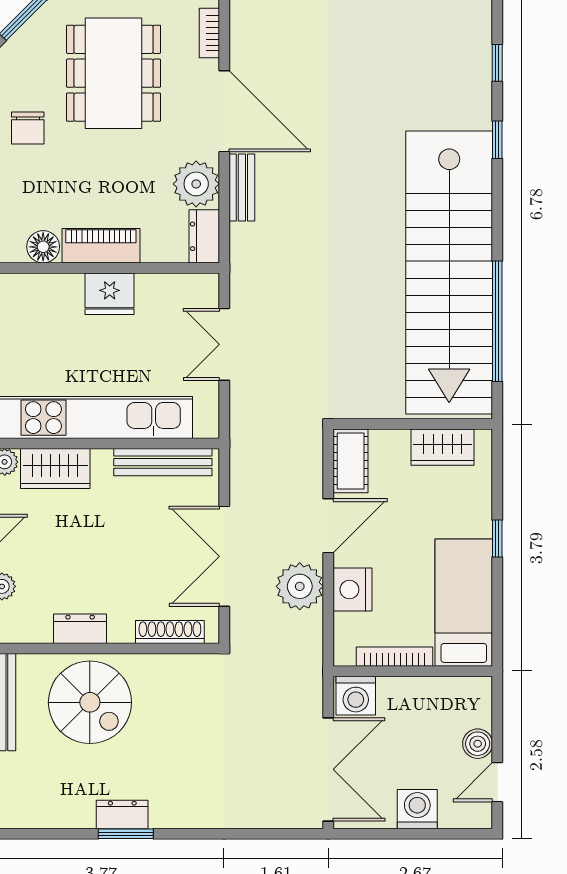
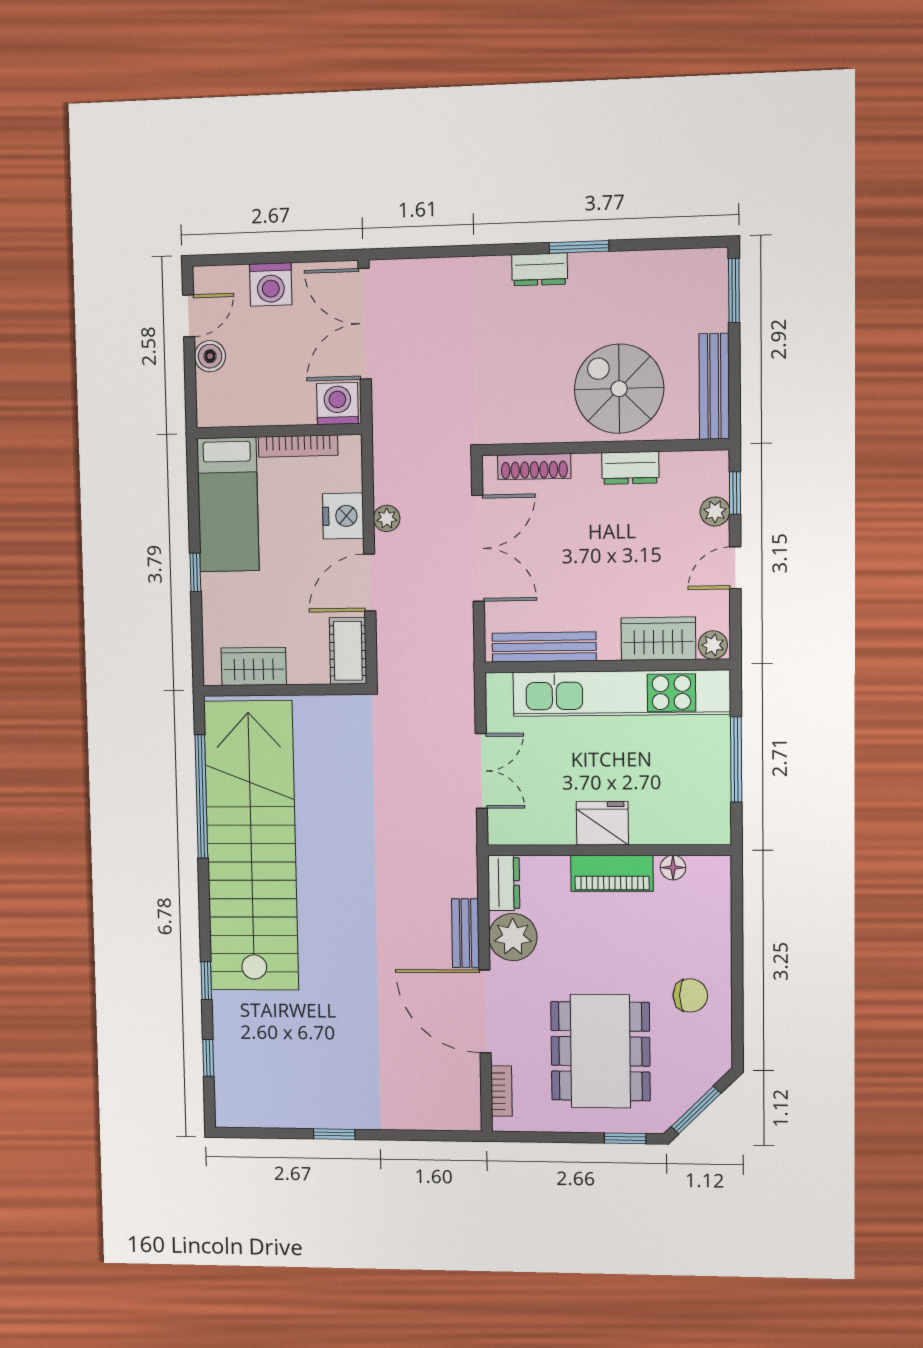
chair: (28, 128) -> (690, 995), turned 90
floor lamp: (43, 247) -> (673, 868), width x0.73, depth x0.73
plant: (300, 586) -> (387, 518), width x0.53, depth x0.53
dresser: (122, 815) -> (540, 269), moved

